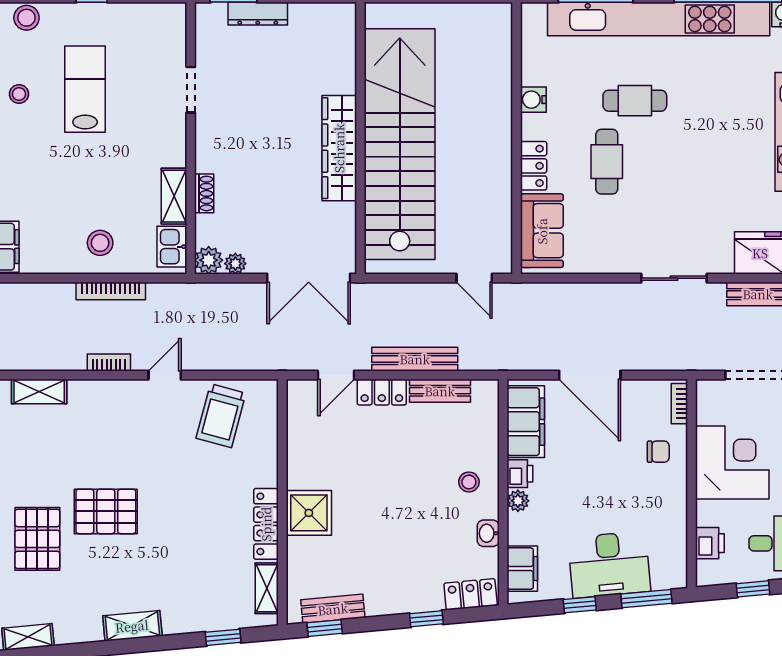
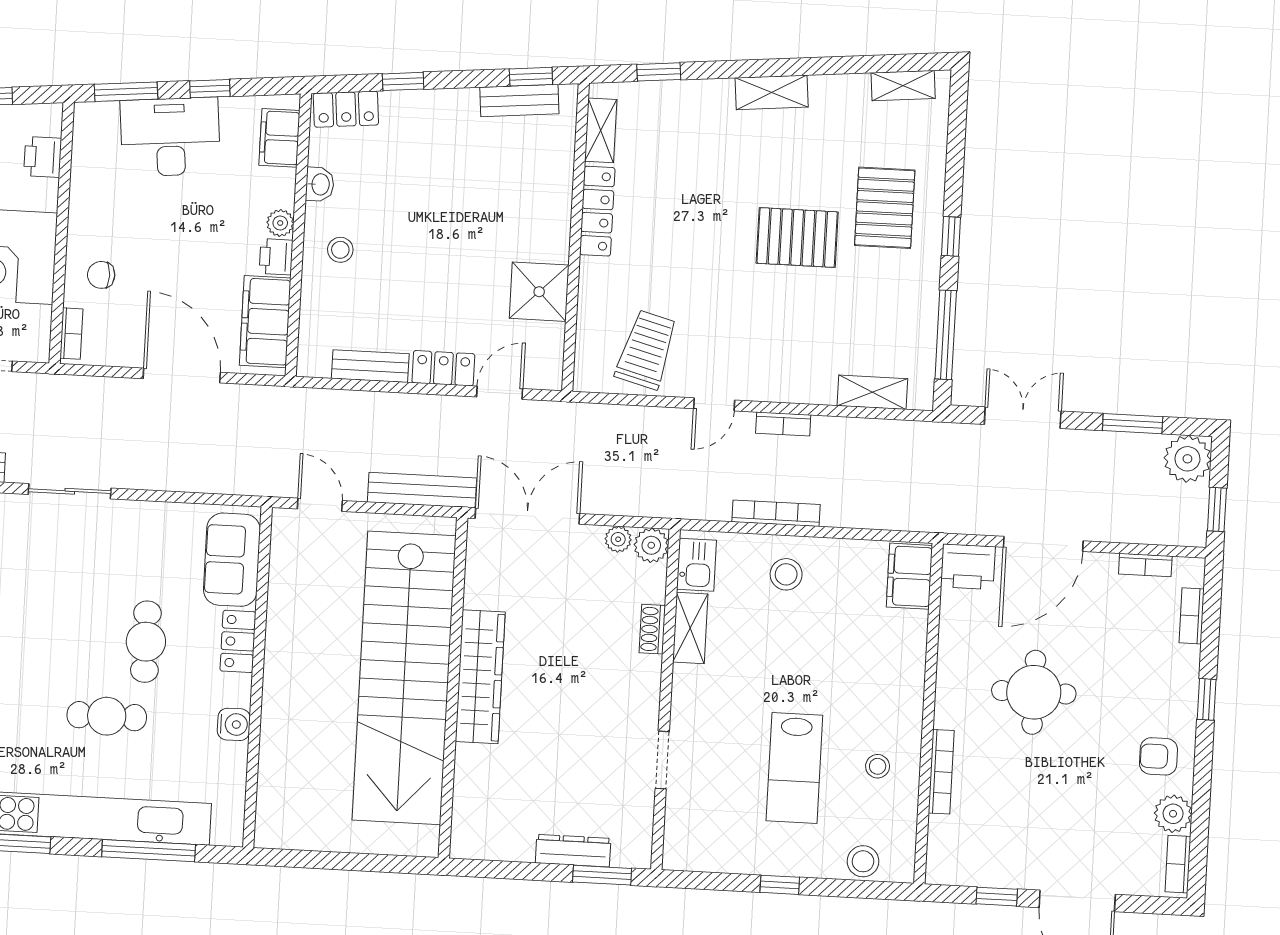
bench: (415, 359) -> (422, 490), moved
shower: (309, 513) -> (539, 292), moved

